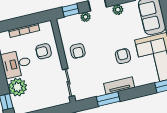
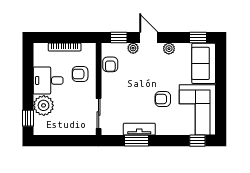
armchair: (78, 51) -> (110, 64), moved
armchair: (123, 56) -> (163, 99), turned -90
tv unit: (119, 86) -> (139, 129), moved

